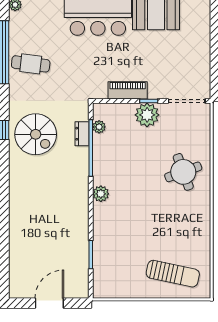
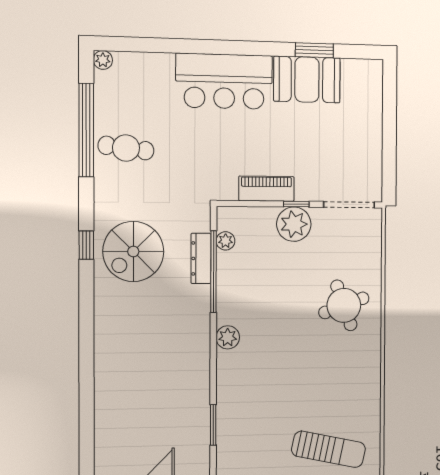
spiral stairs: (36, 134) -> (133, 251), turned 90
dresser: (82, 134) -> (201, 258), width x1.44

